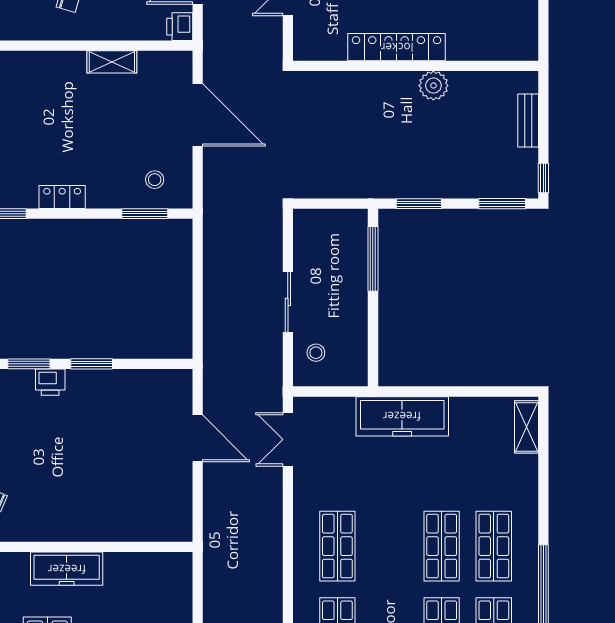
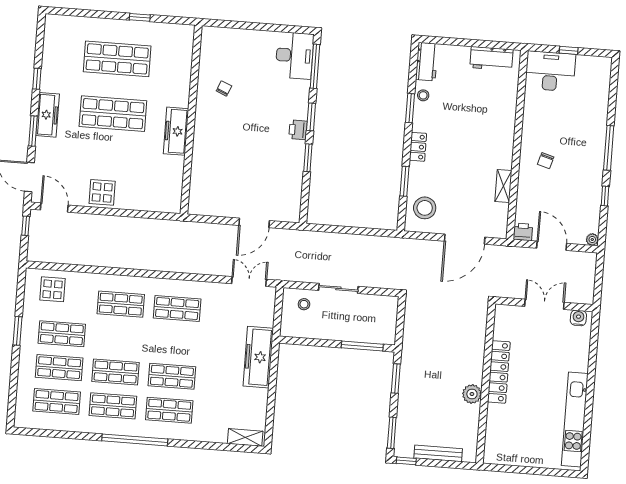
bench: (528, 120) -> (438, 453), width x1.36
stool: (155, 180) -> (425, 208), width x1.89, depth x1.89
window: (145, 214) -> (404, 181), moved

